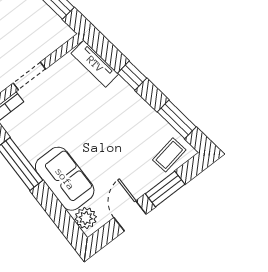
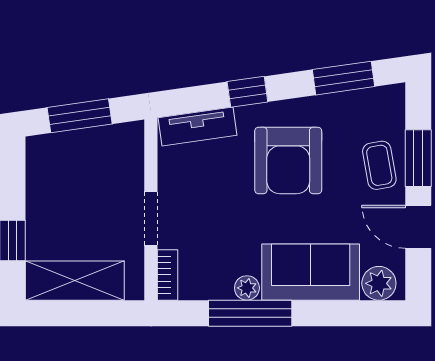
armchair: (113, 123) -> (288, 160), added
plant: (32, 152) -> (247, 288), added
coffee table: (169, 155) -> (379, 165), moved

